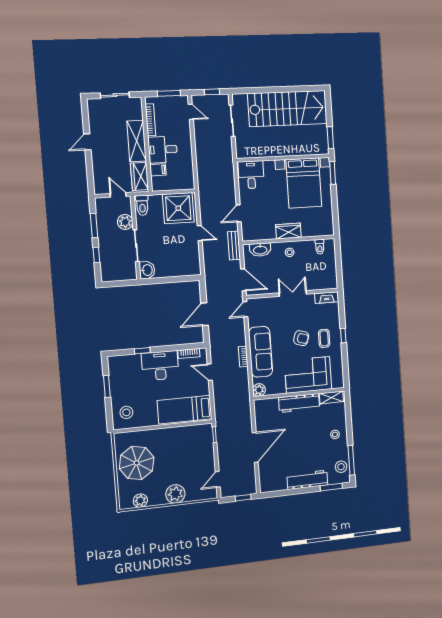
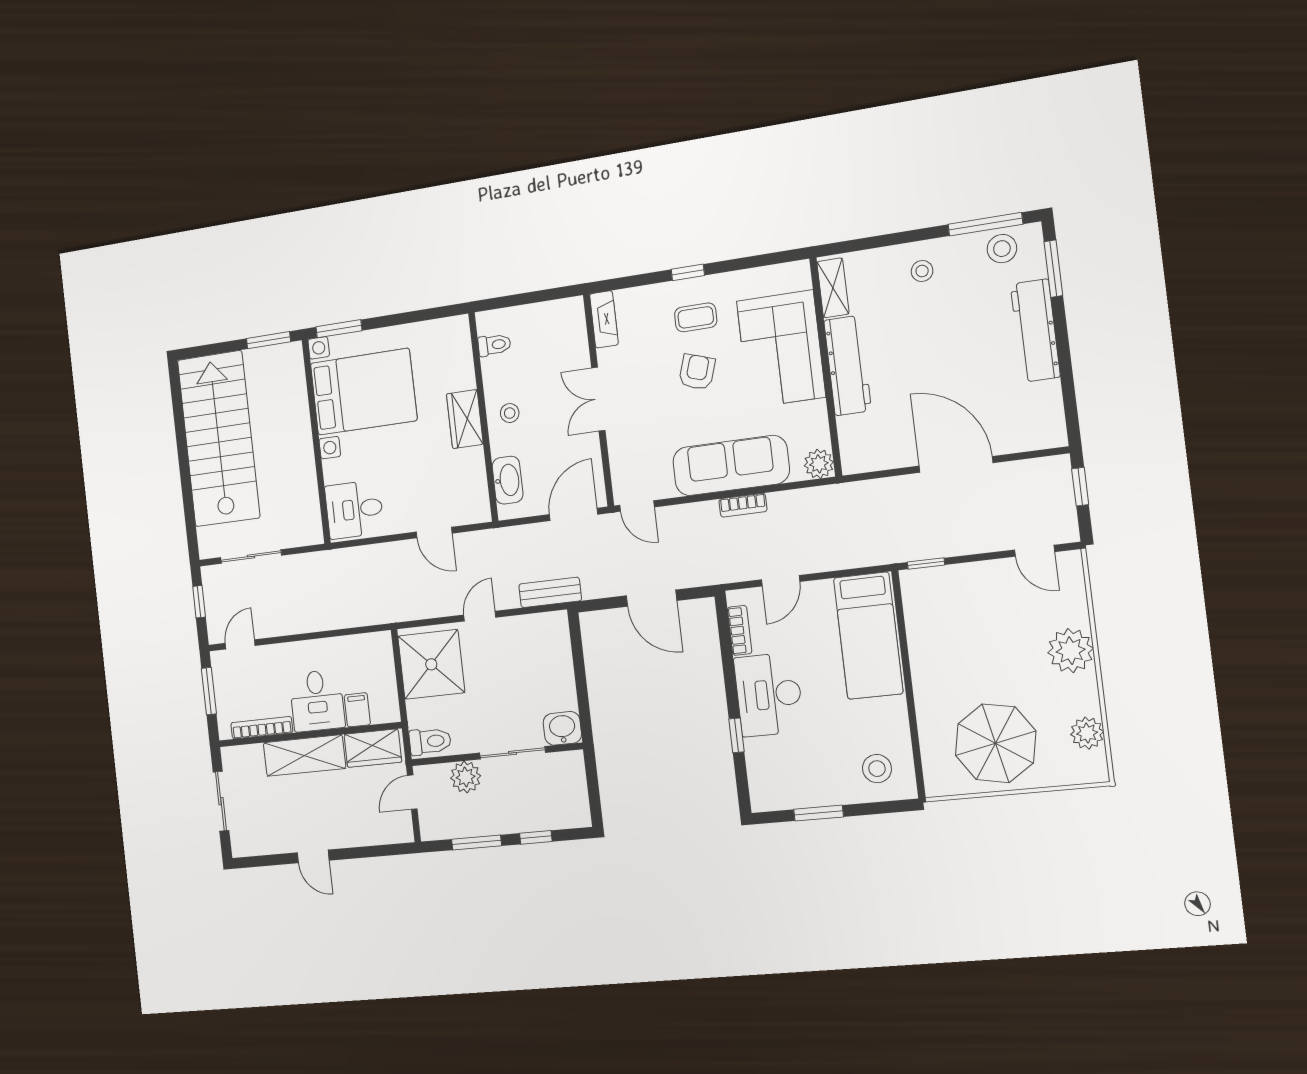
bench: (234, 246) -> (550, 592), moved

